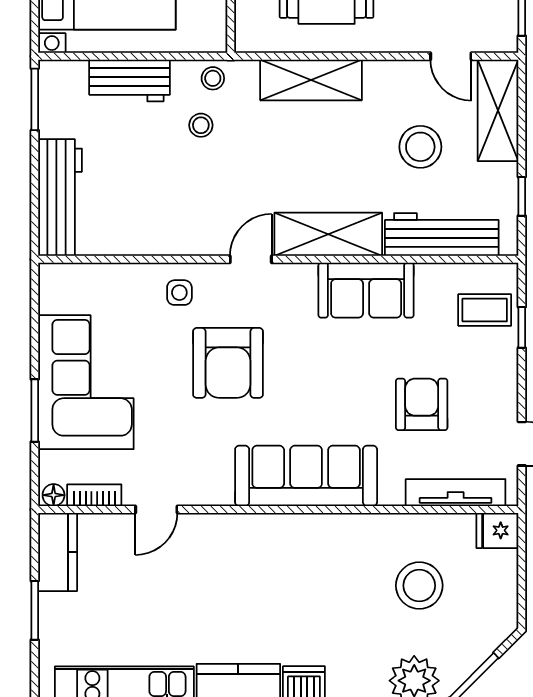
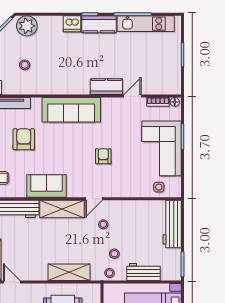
stool: (420, 147) -> (103, 224), moved, width x0.53, depth x0.53
side table: (179, 293) -> (159, 187), moved
armchair: (228, 363) -> (103, 156), width x0.53, depth x0.53
armchair: (422, 404) -> (24, 139), turned 180
kitchen counter: (58, 552) -> (106, 87), moved, turned 90
stool: (419, 586) -> (25, 65), width x0.53, depth x0.53

